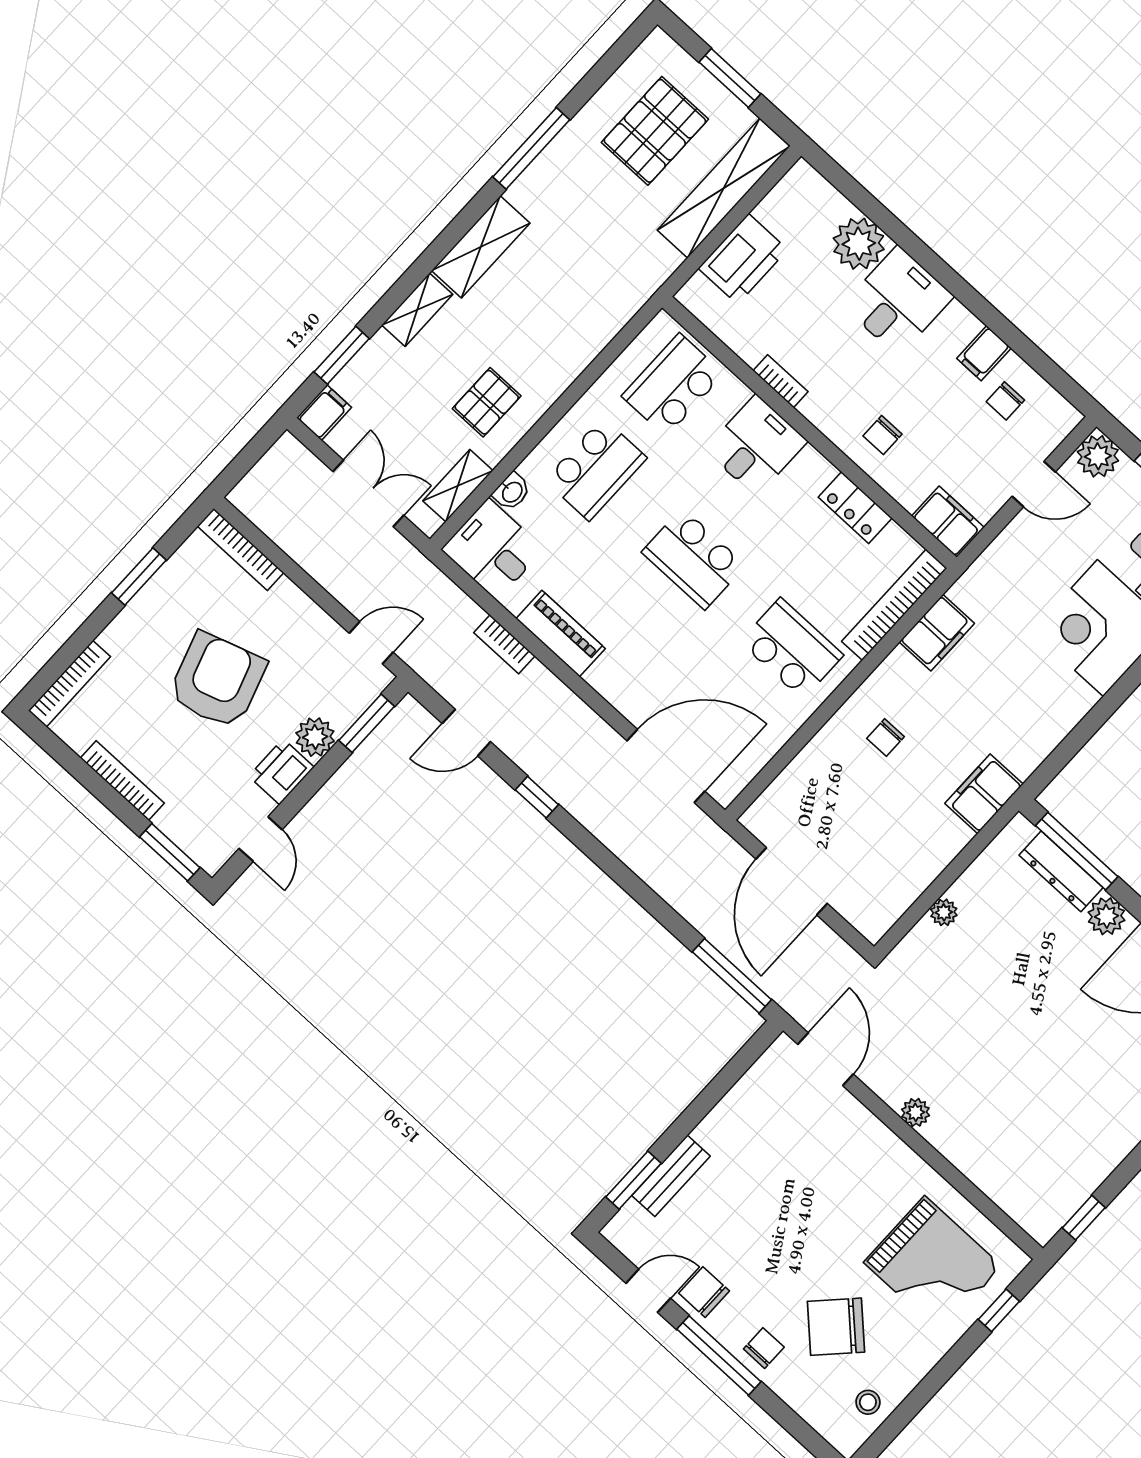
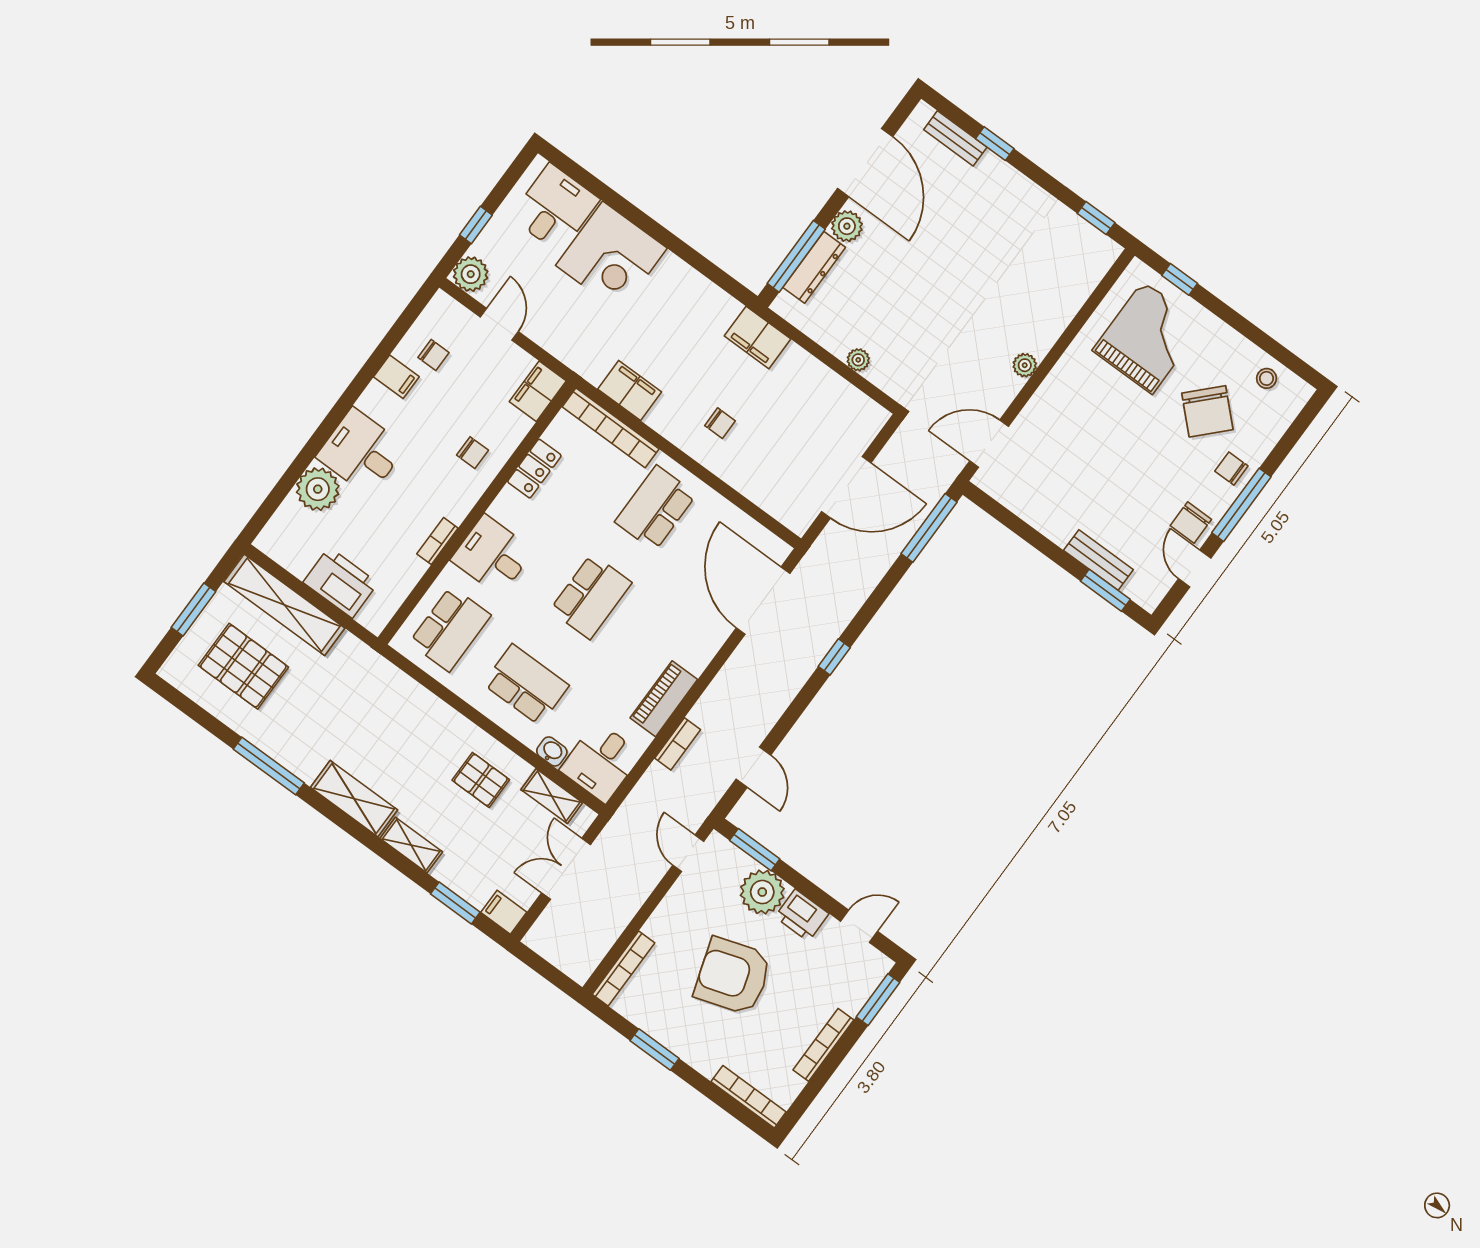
school desk: (673, 385) -> (450, 629), turned -90
plant: (315, 737) -> (762, 892), width x1.36, depth x1.36
window: (537, 797) -> (834, 657), moved

